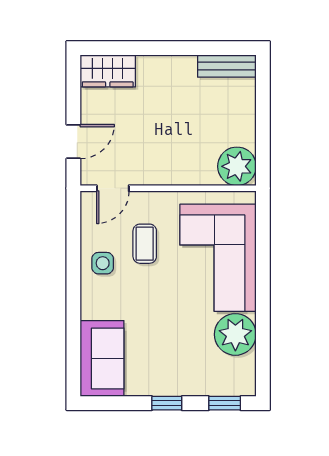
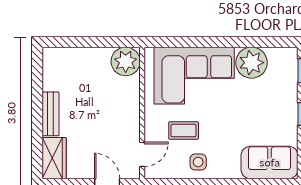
bench: (227, 66) -> (51, 114), moved
door: (113, 188) -> (142, 154), hinge flipped

